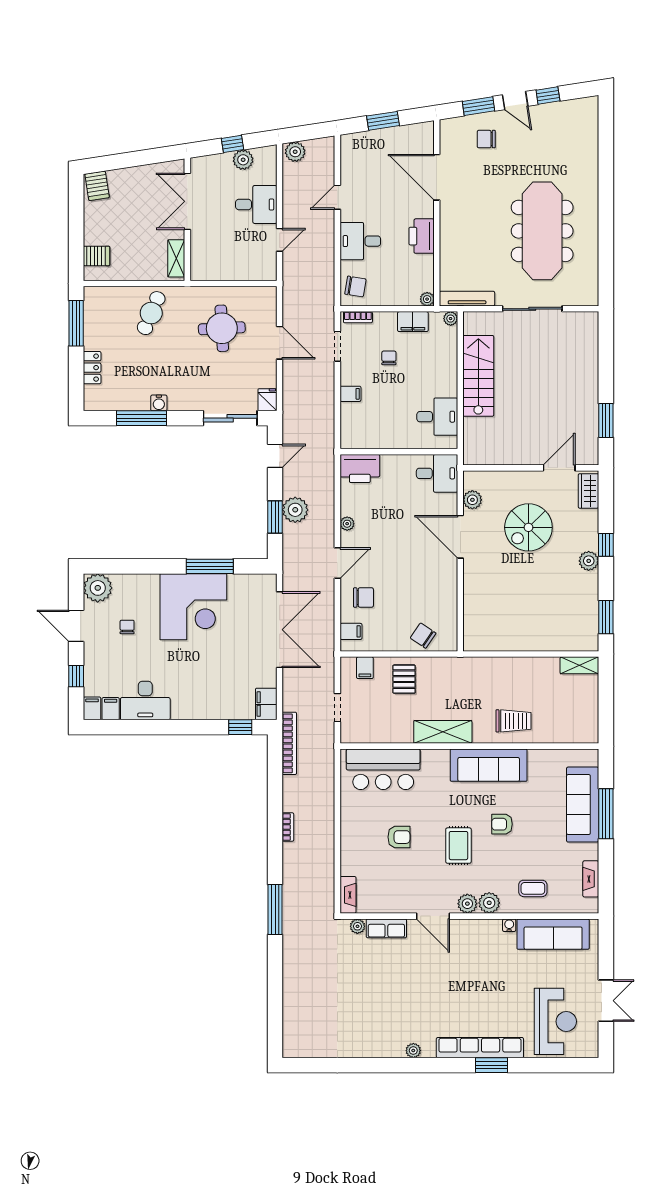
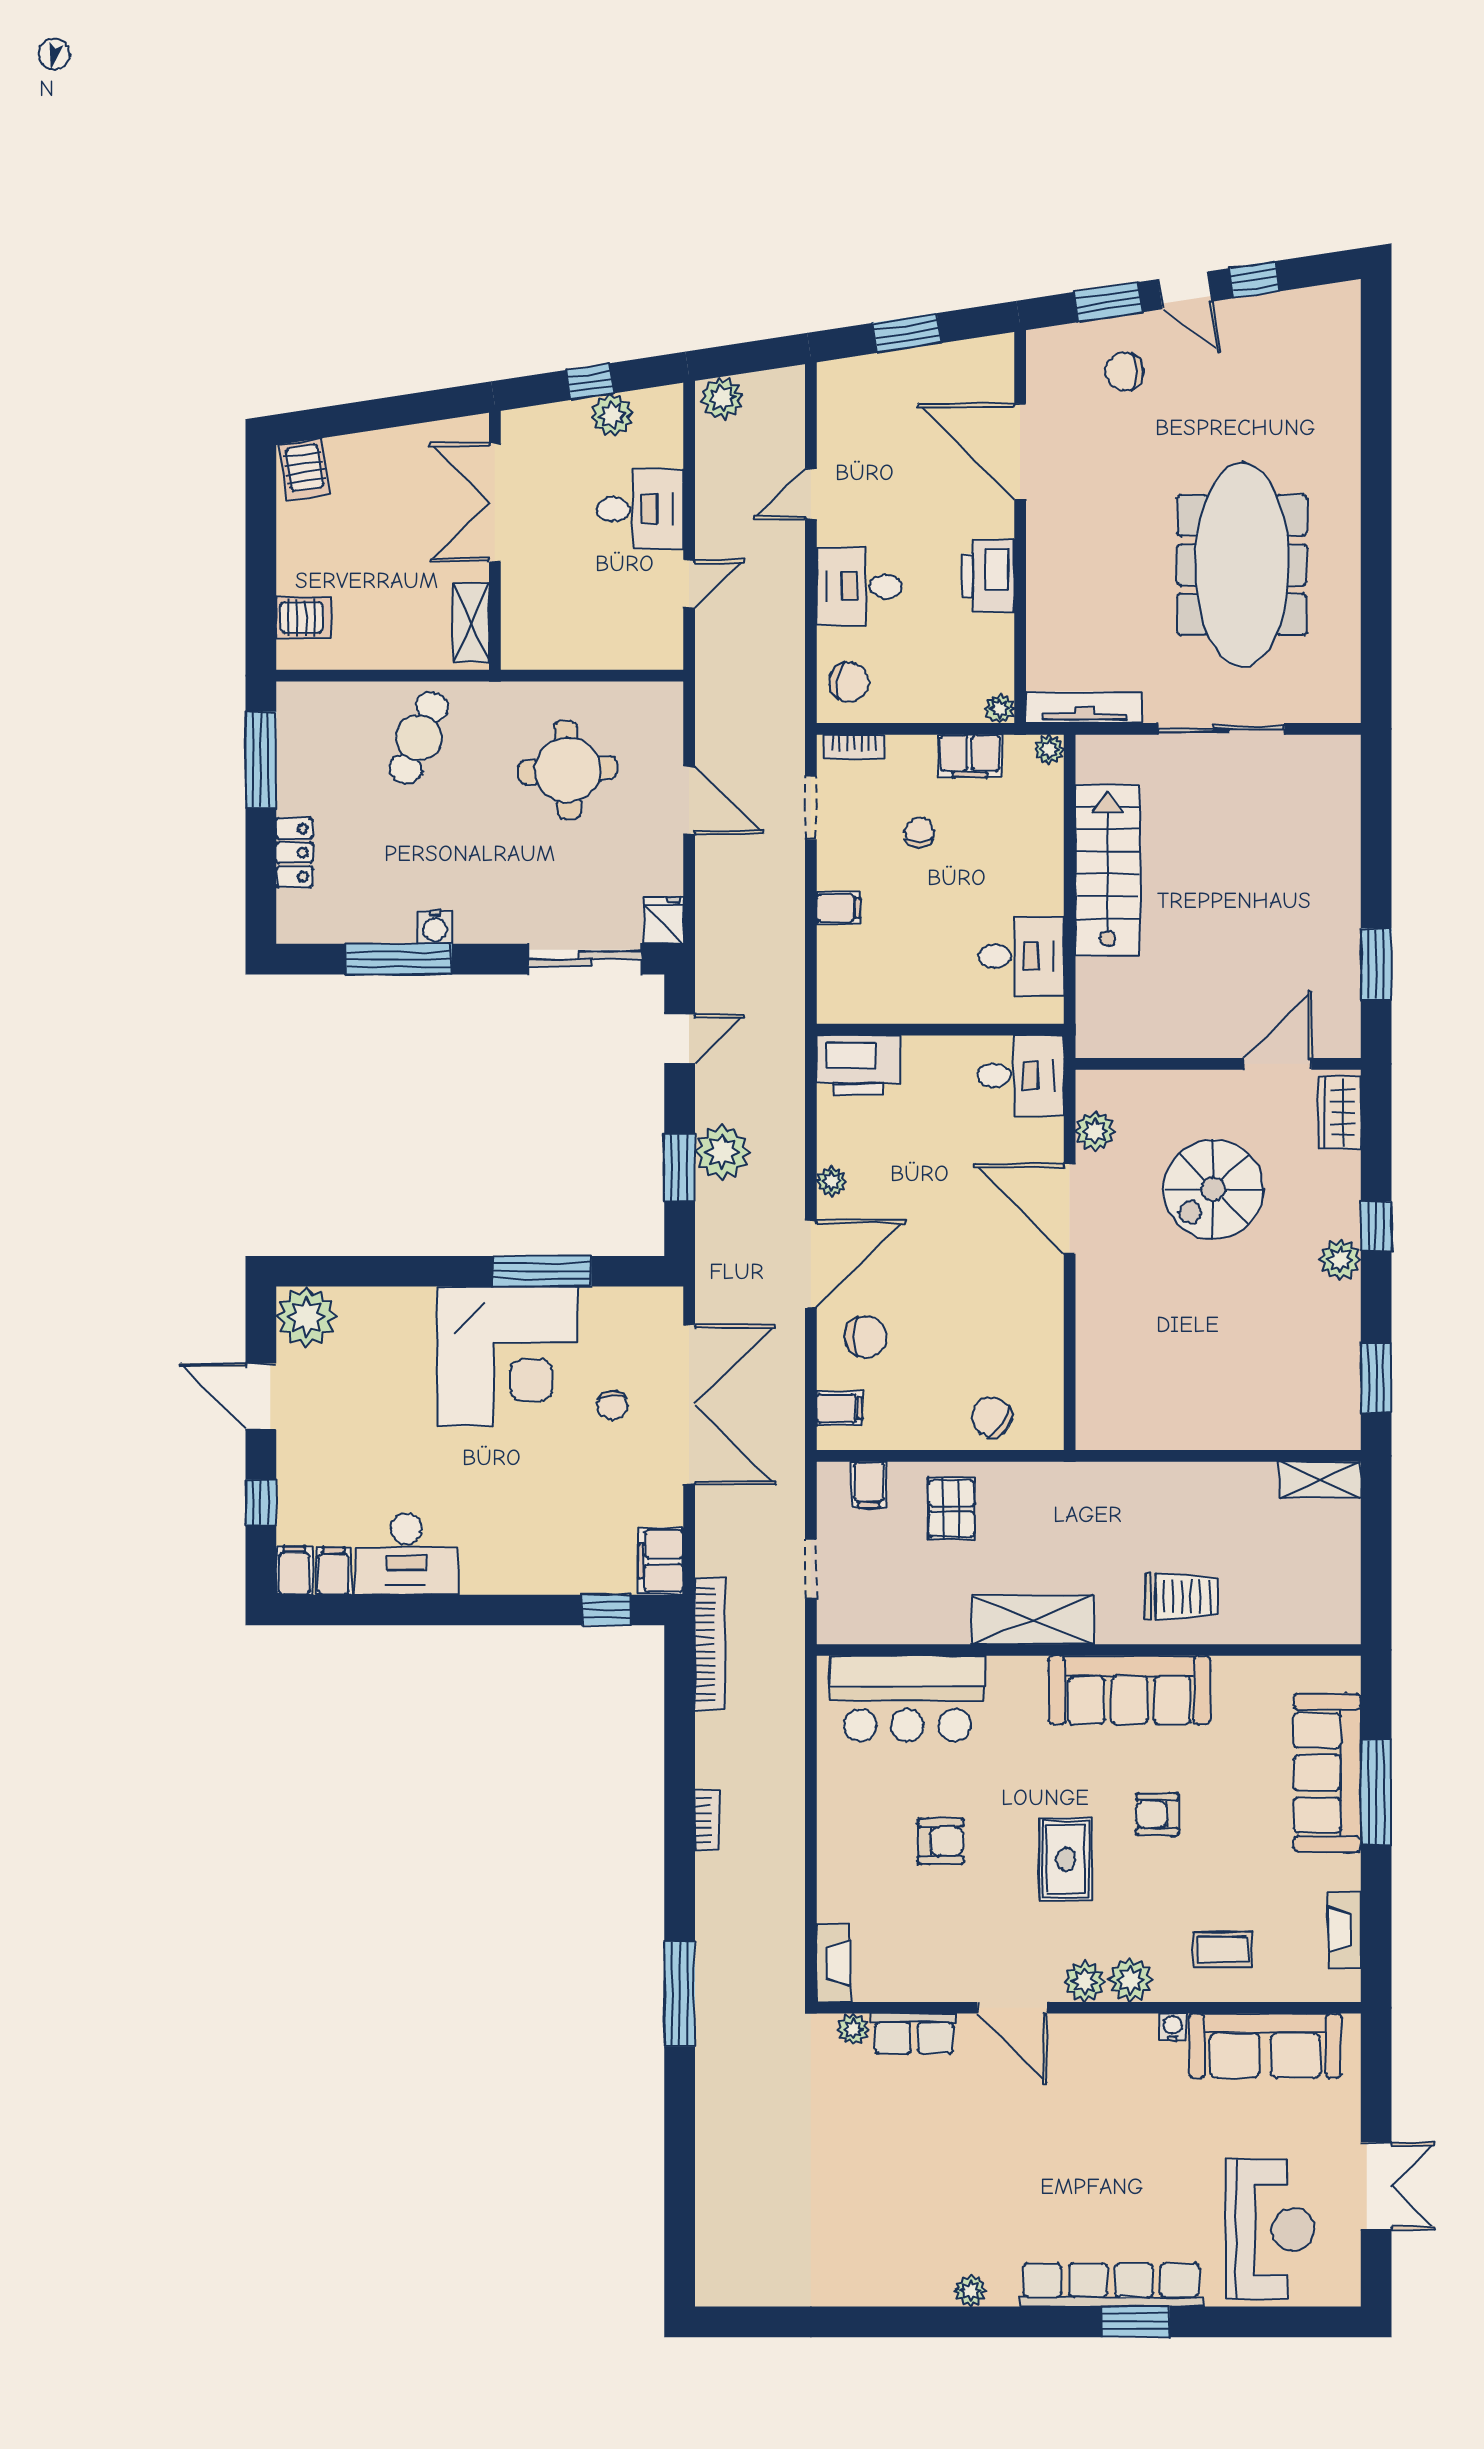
door: (337, 563) -> (811, 1264), width x1.36
chair: (127, 627) -> (612, 1405), moved, turned 180

